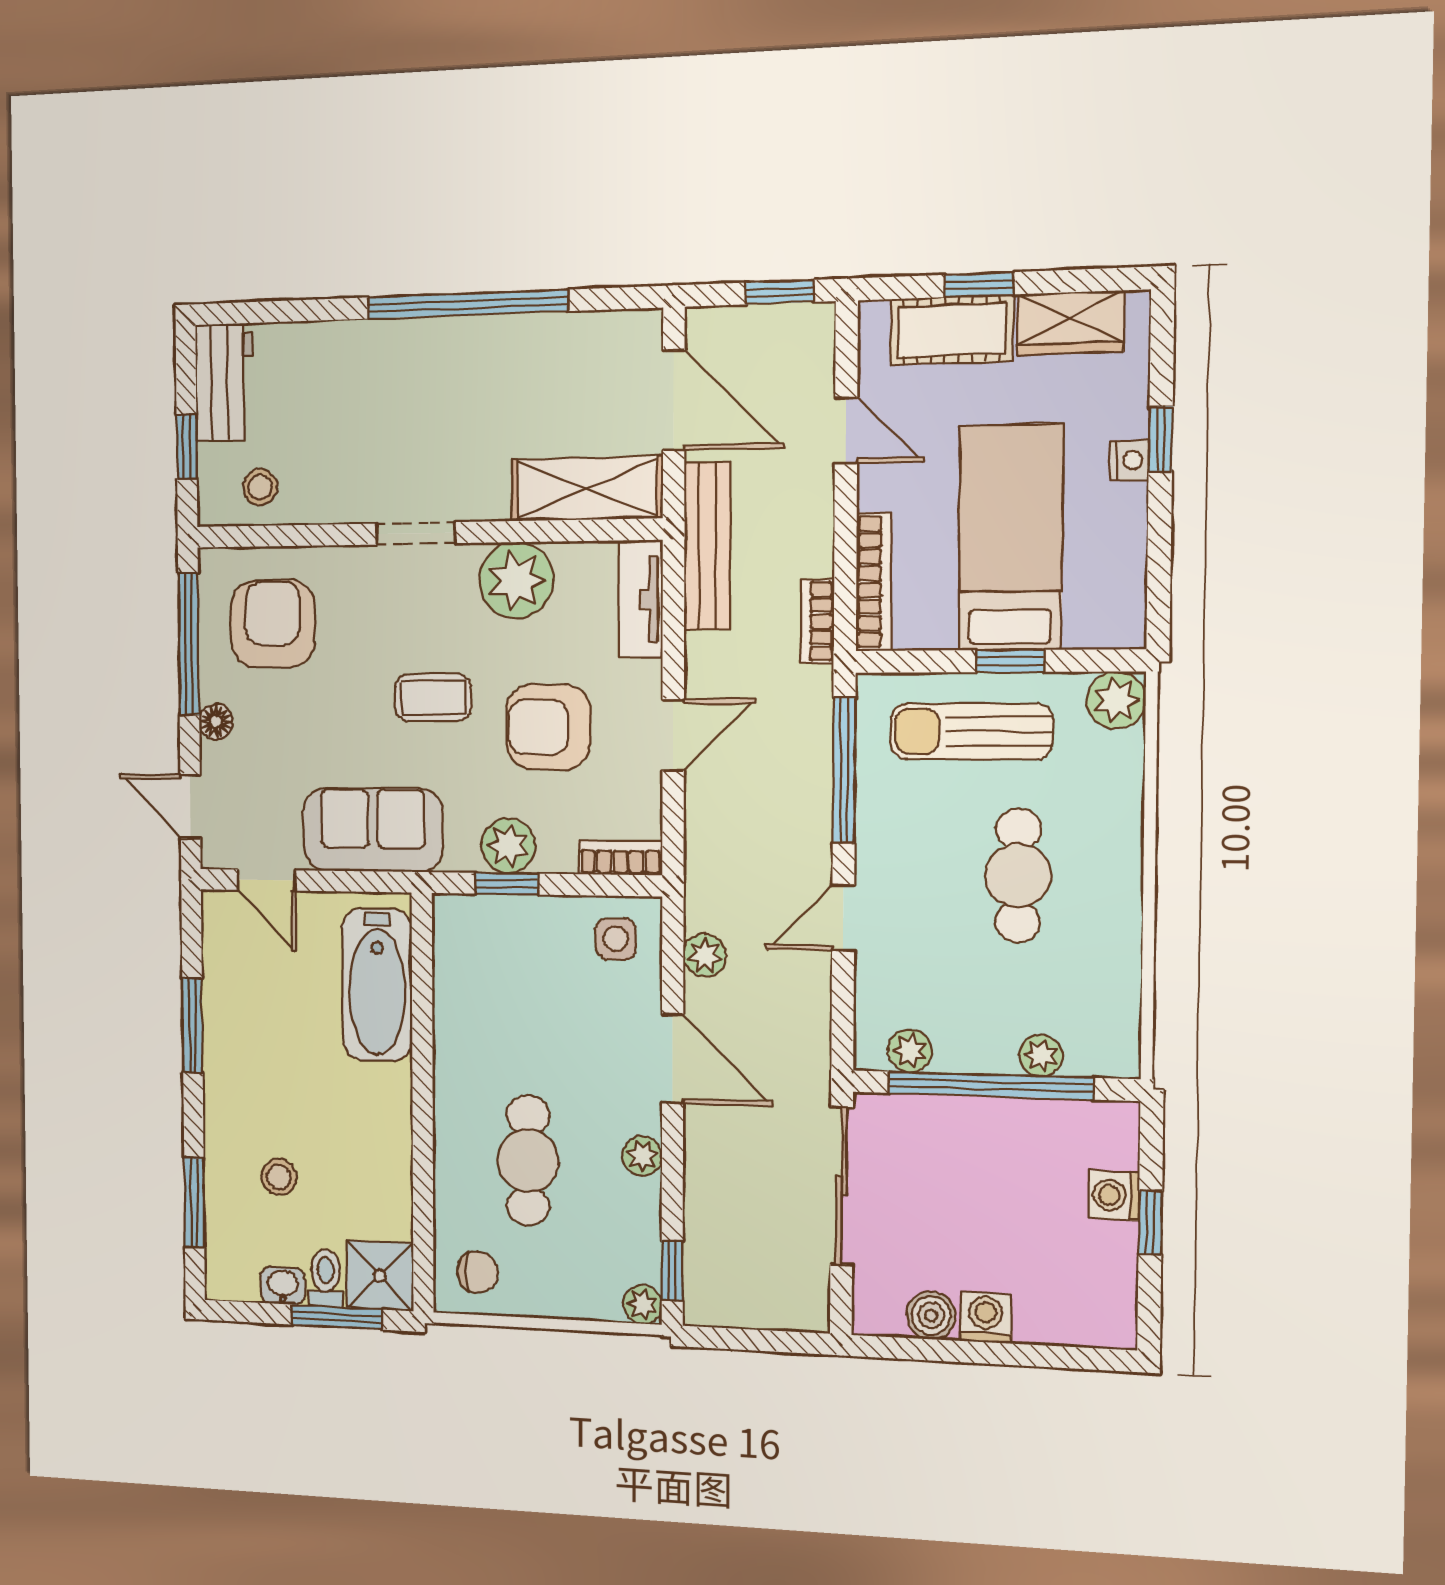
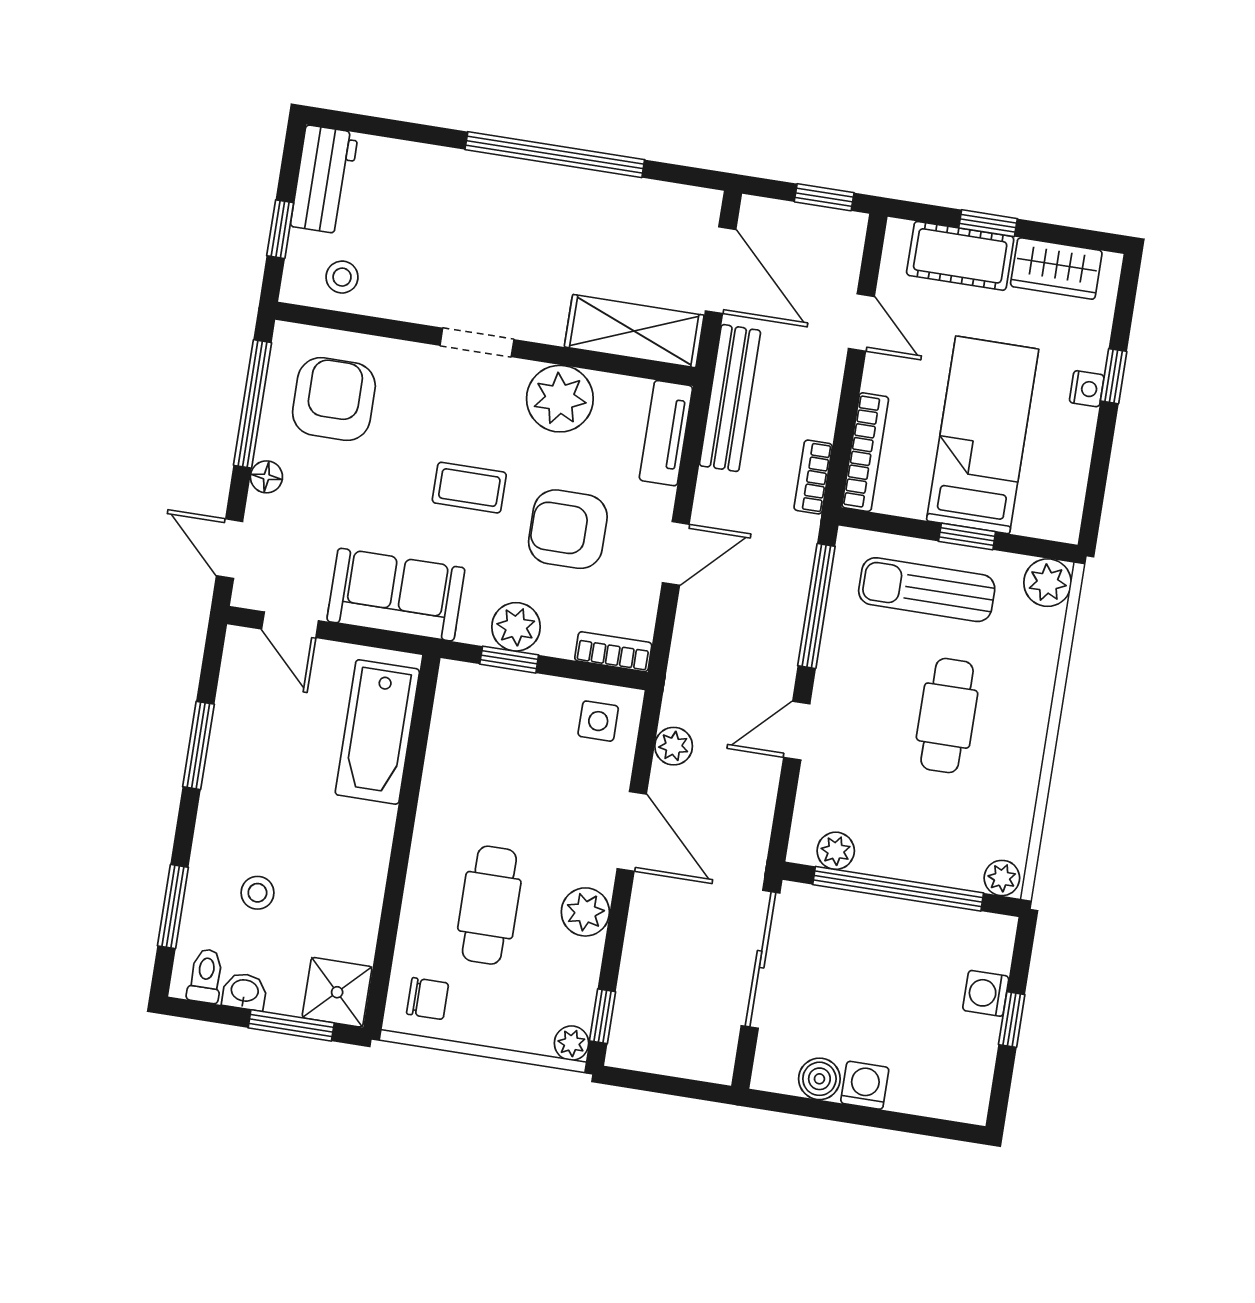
plant: (1041, 1055) -> (1002, 878), moved
plant: (642, 1156) -> (585, 912), width x1.38, depth x1.38
toilet: (326, 1278) -> (206, 976), moved

